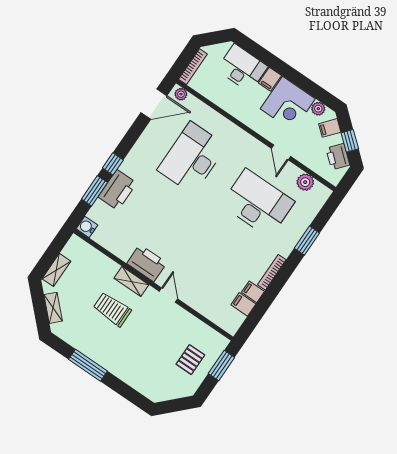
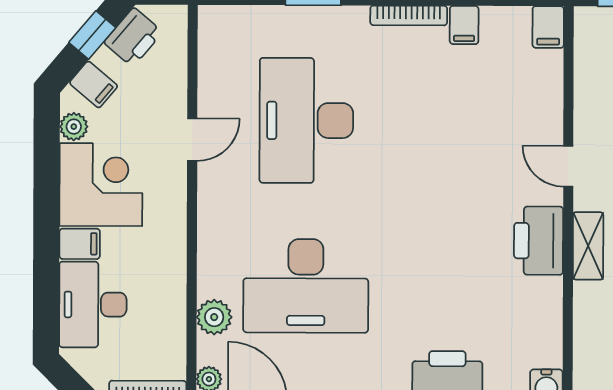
plant: (305, 182) -> (214, 317), moved
door: (168, 295) -> (568, 166), hinge flipped
filing cabinet: (243, 304) -> (548, 27), moved

